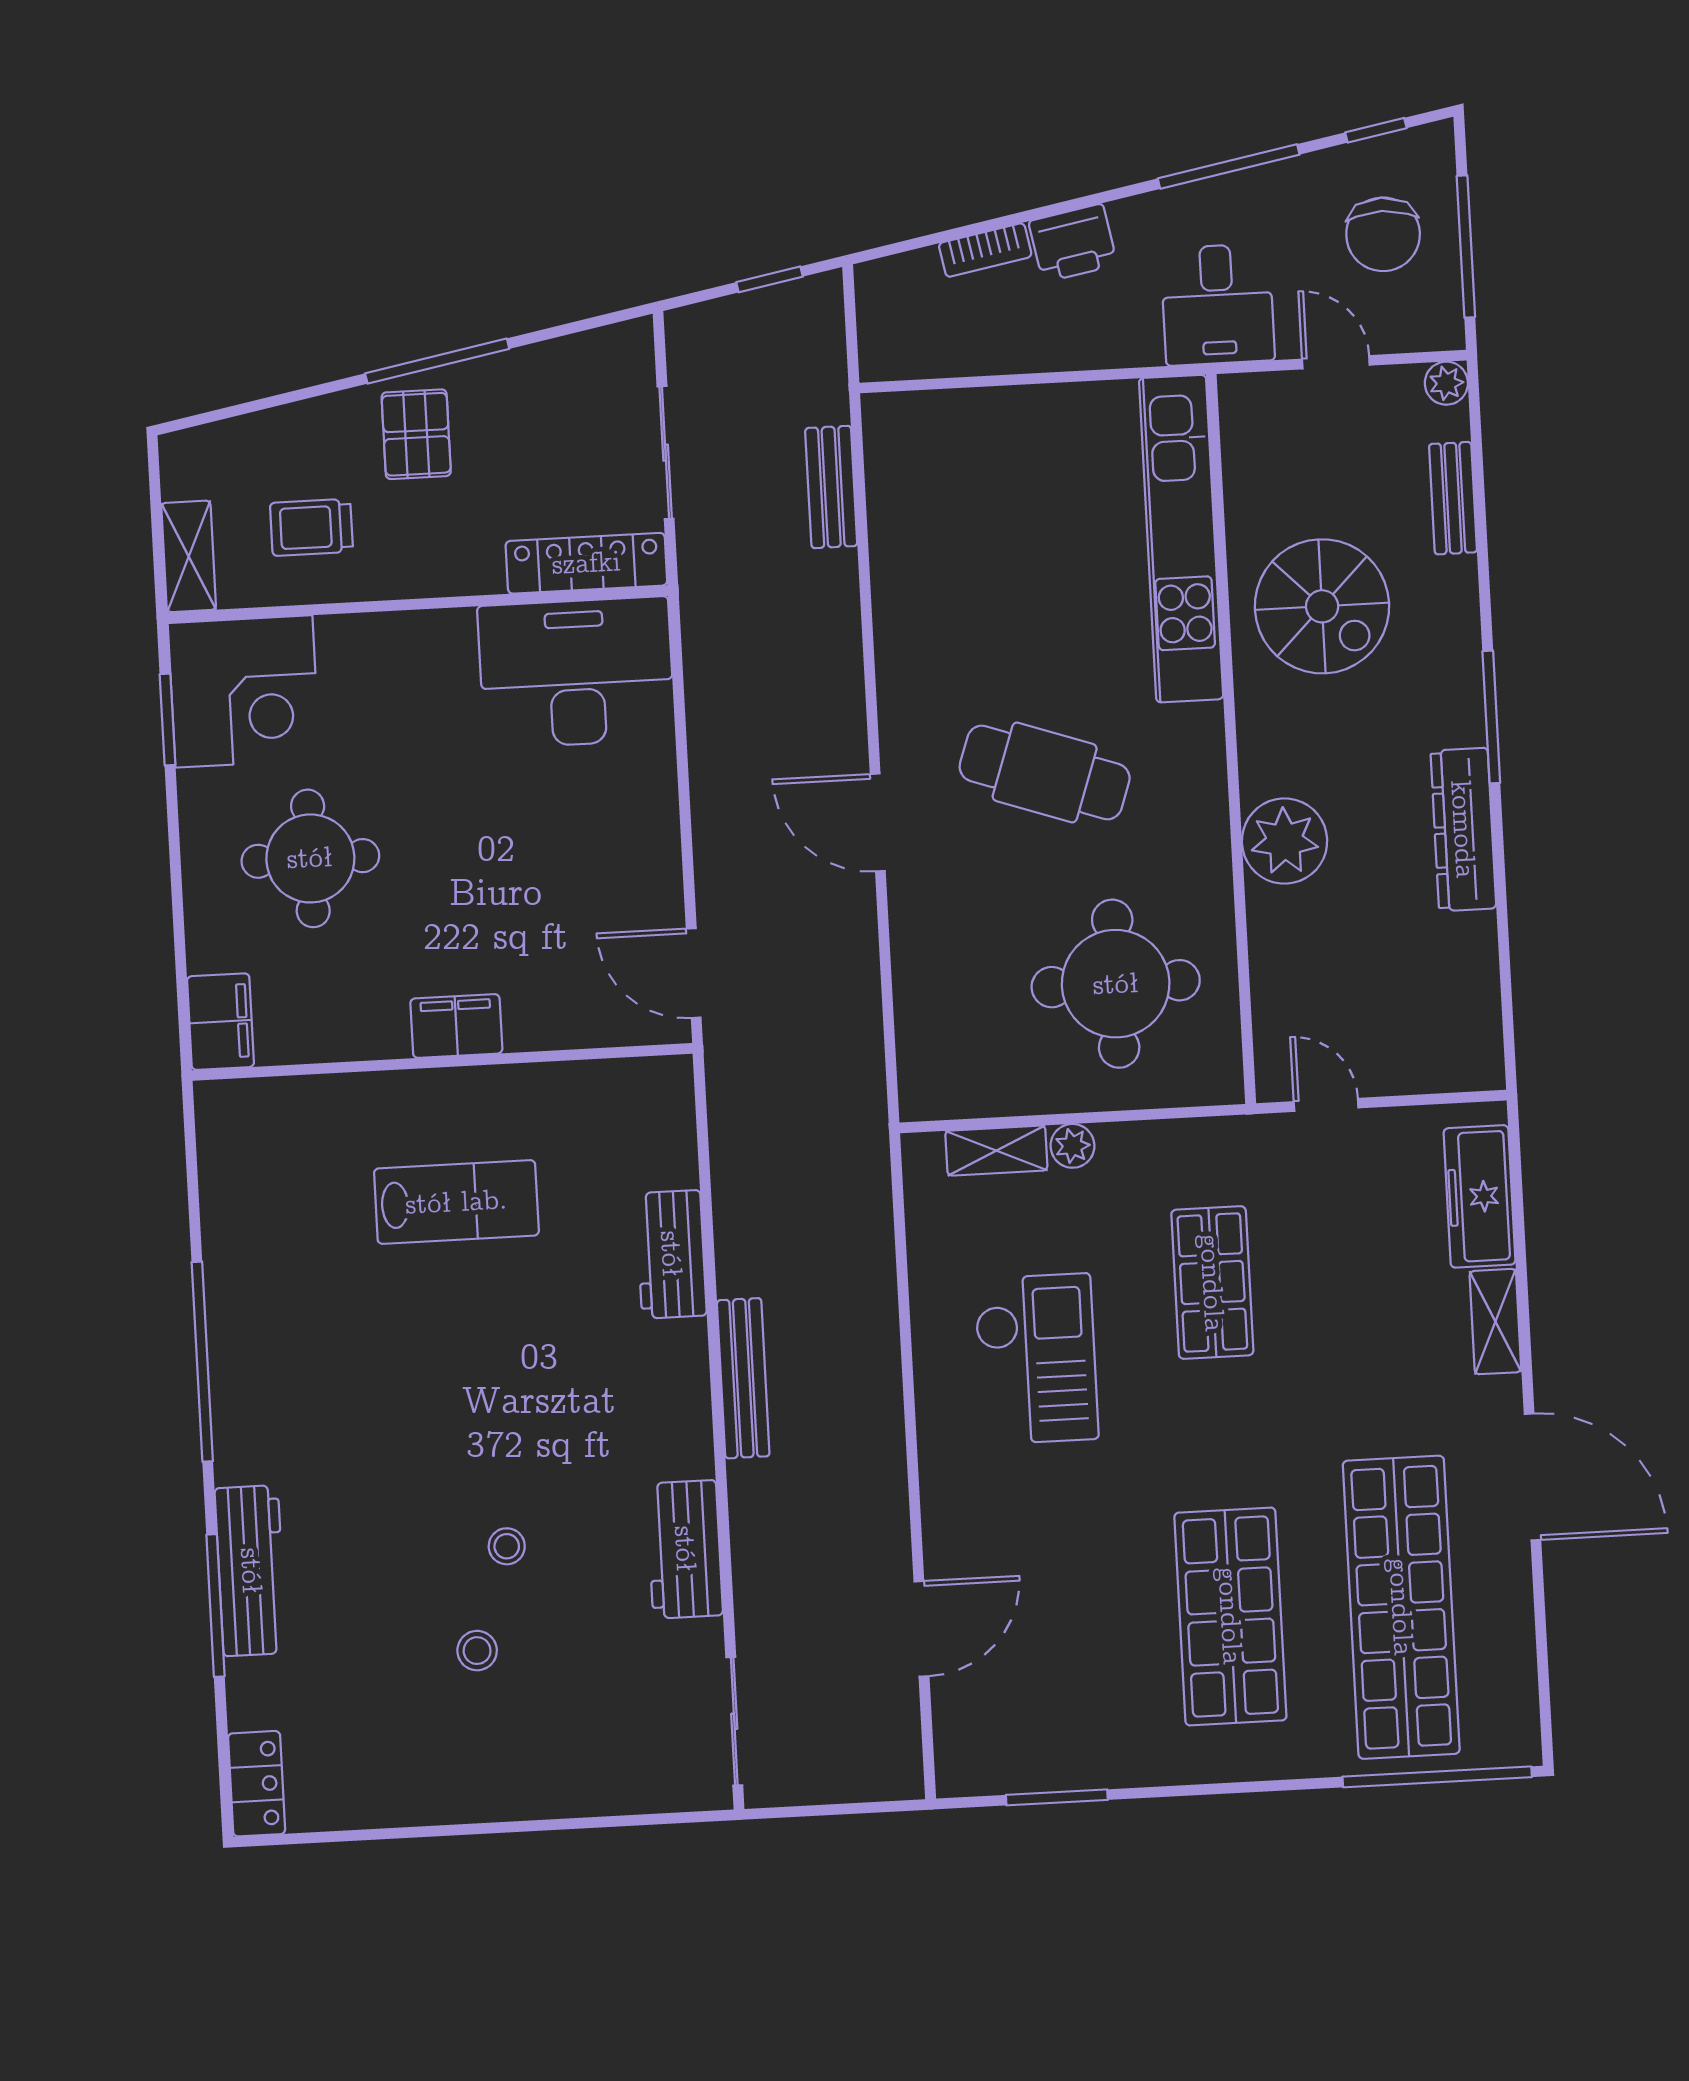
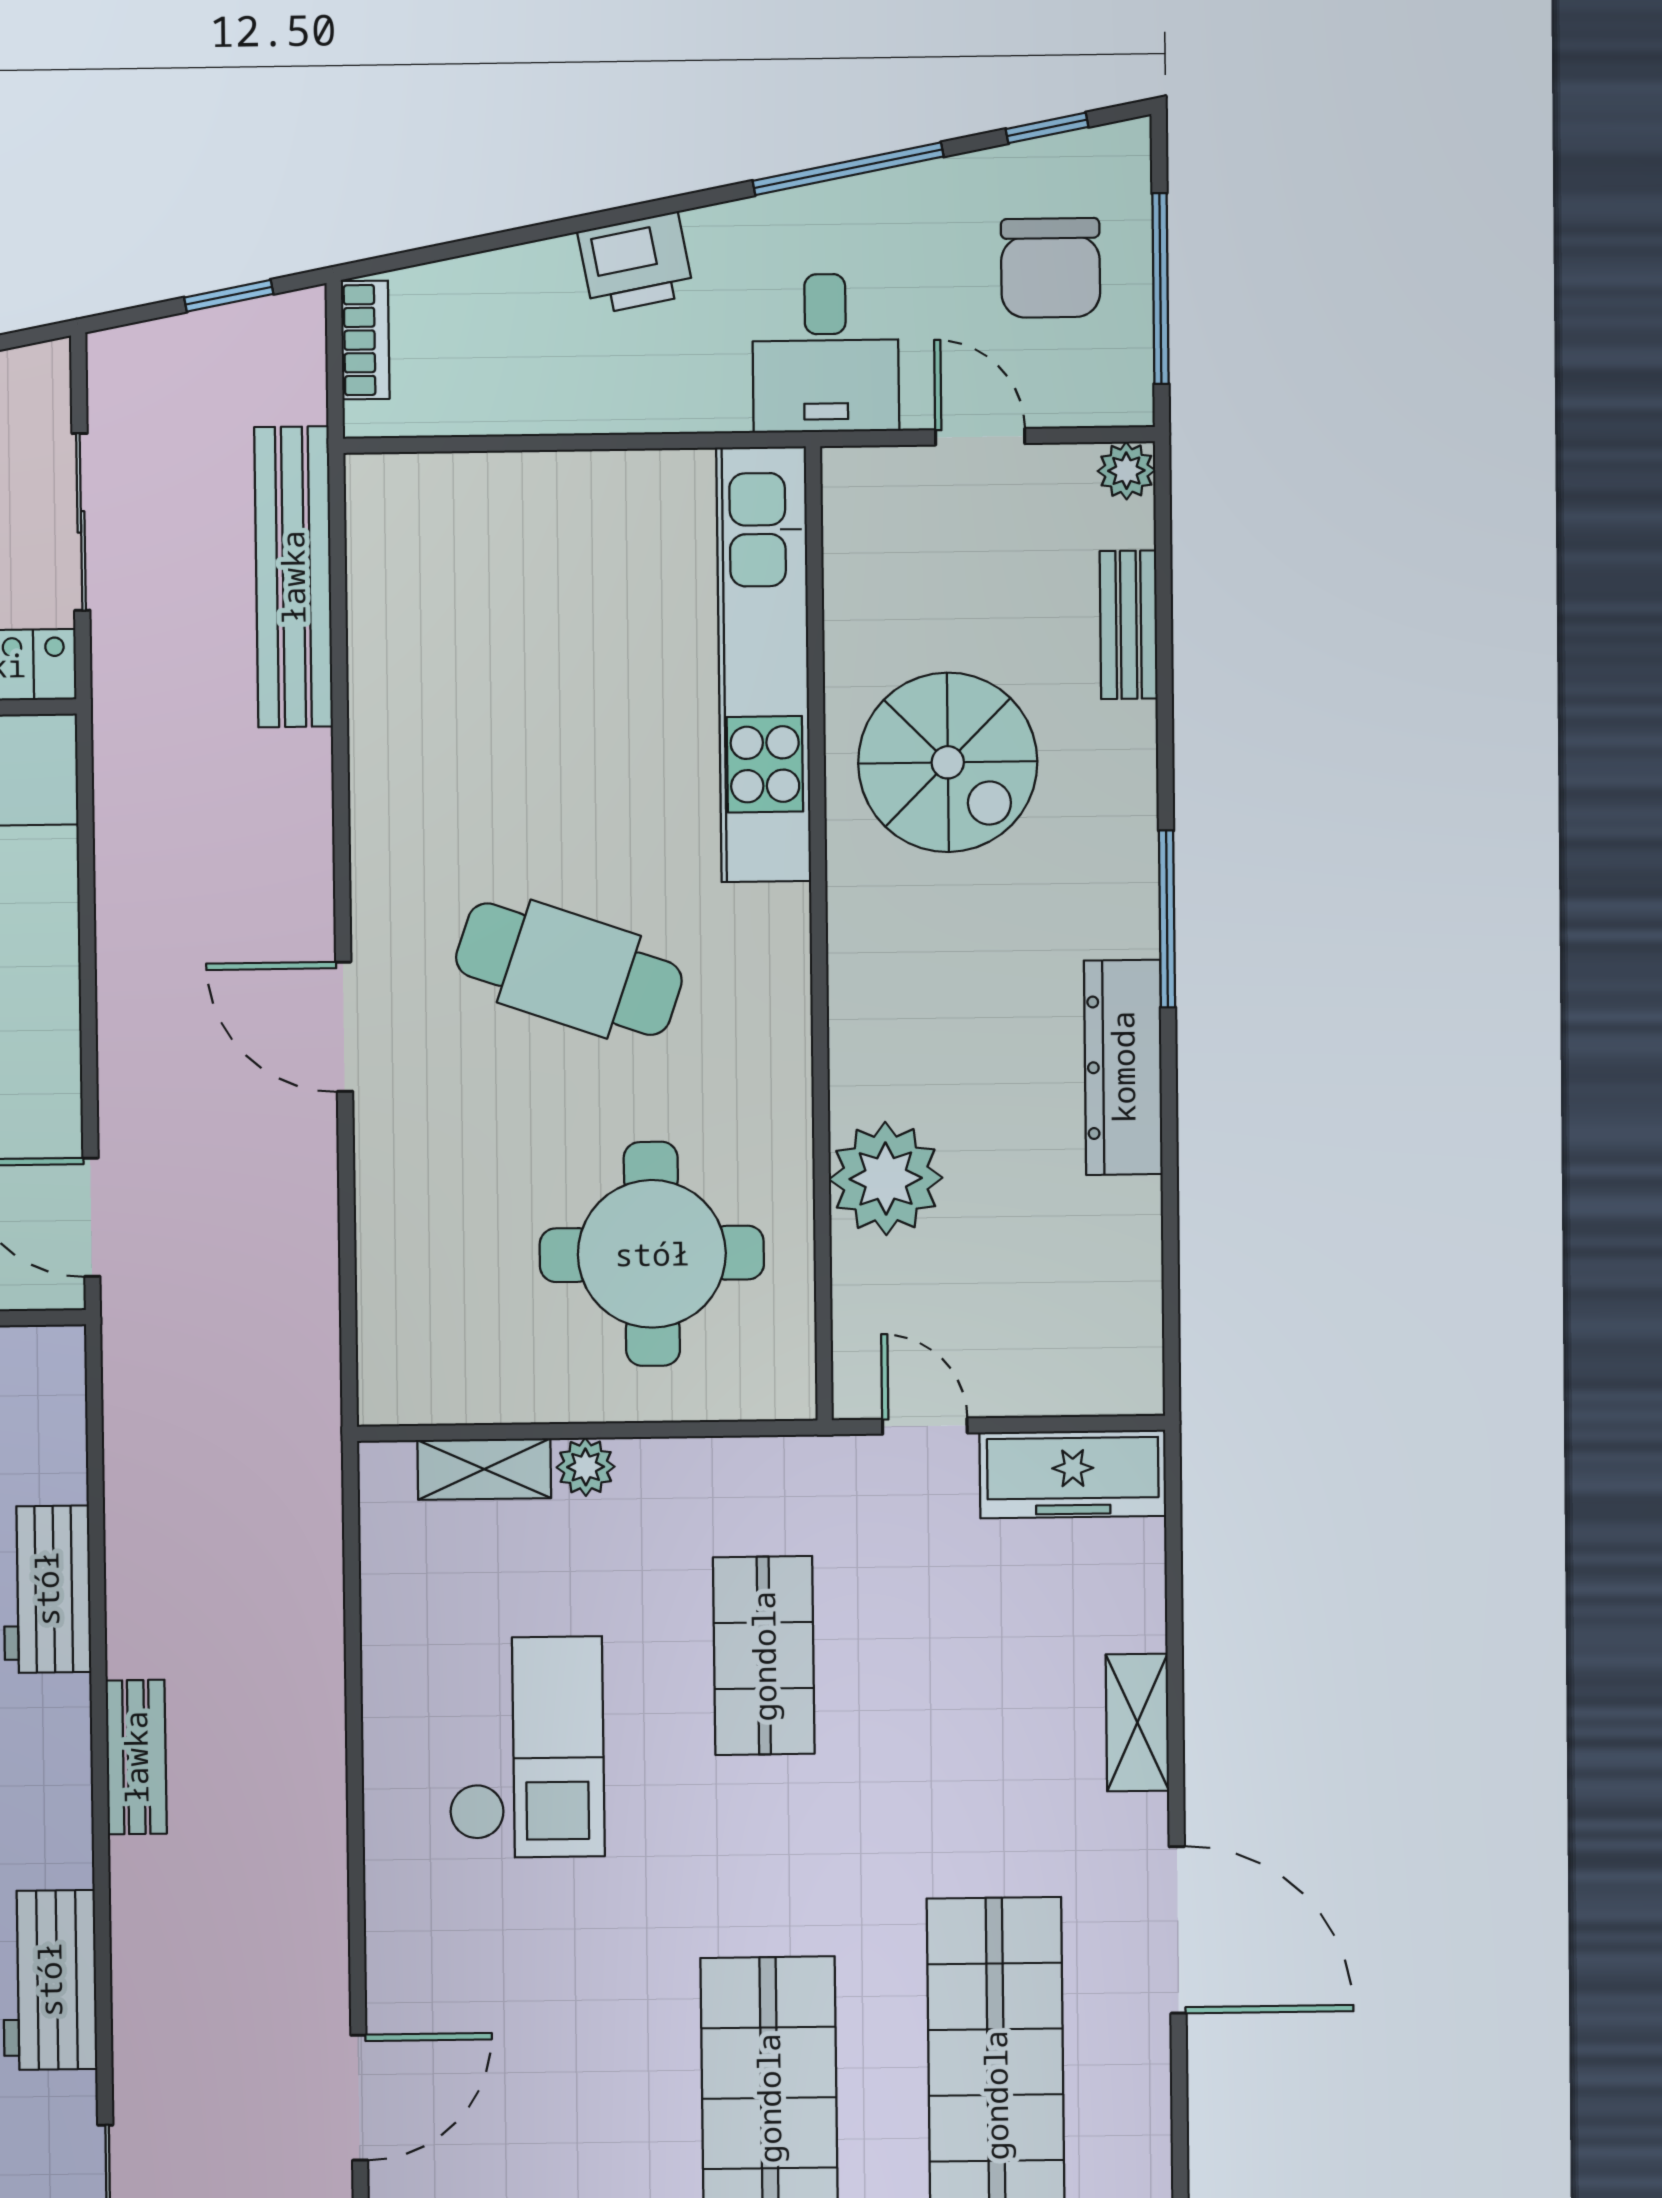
bookcase: (985, 250) -> (365, 340), moved, turned -79
bench: (831, 487) -> (293, 577), width x1.86, depth x1.21
plant: (1285, 841) -> (886, 1178), moved
freezer: (1479, 1196) -> (1073, 1474), moved, turned -90
bench: (743, 1378) -> (136, 1757), width x0.73

